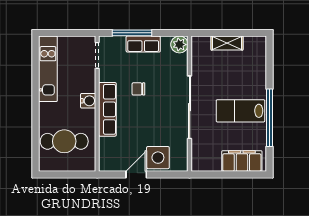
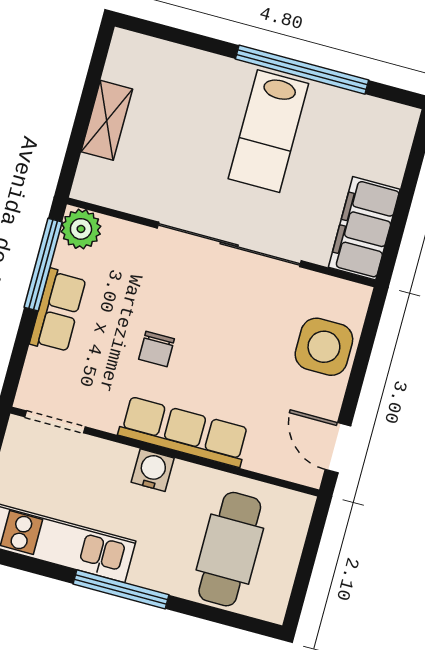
window: (132, 33) -> (43, 265), moved
window: (36, 101) -> (121, 589), added
filing cabinet: (242, 161) -> (364, 228), moved
door: (136, 175) -> (338, 448), moved

